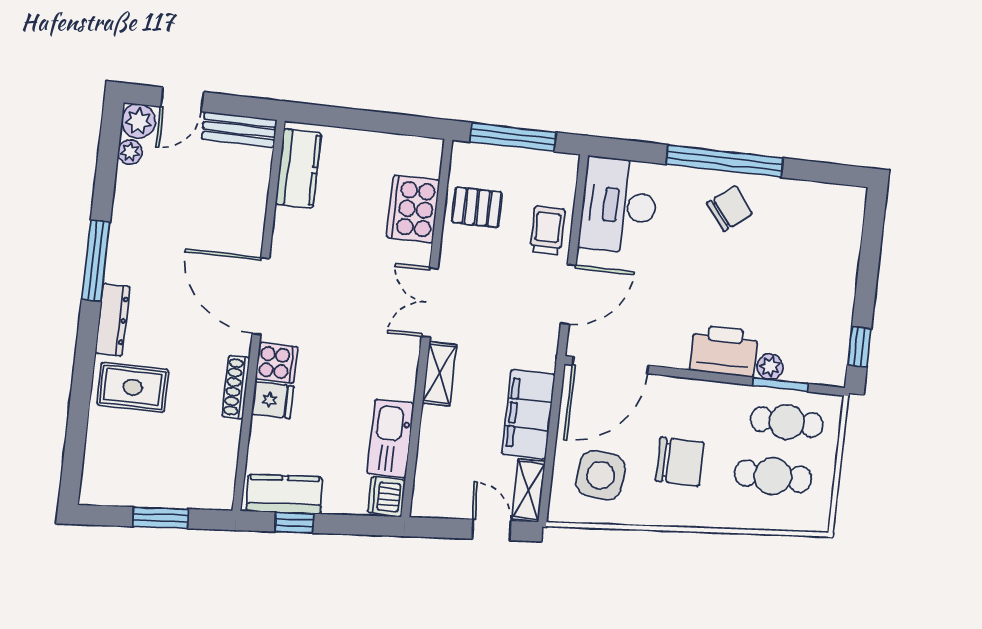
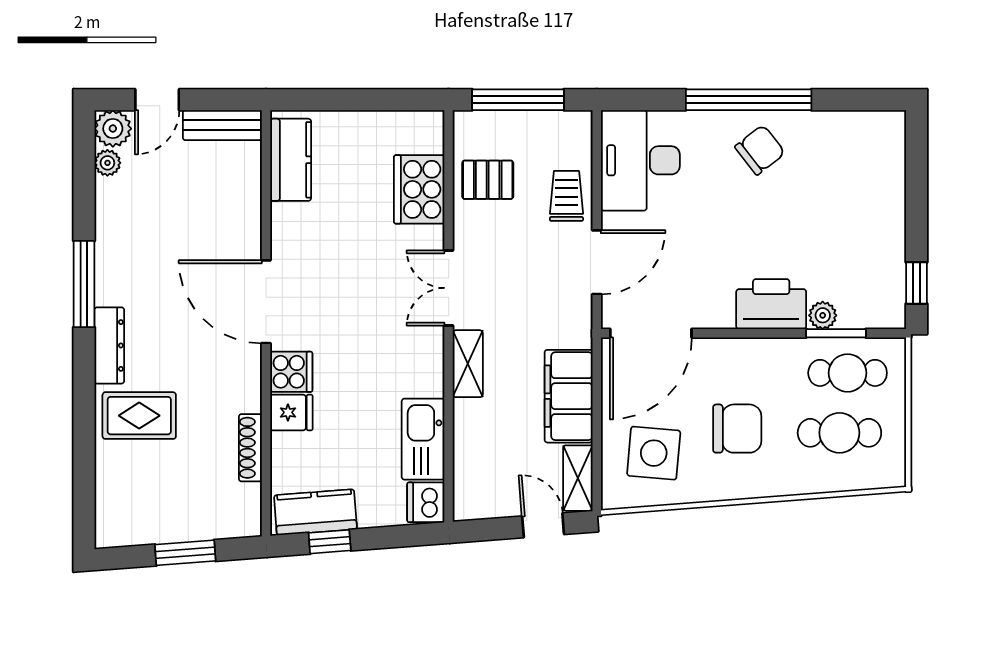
shoe rack: (236, 387) -> (250, 448), moved

